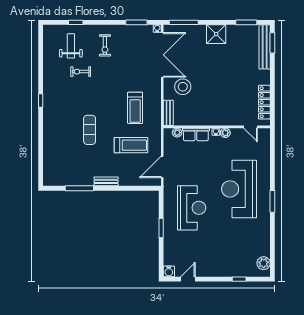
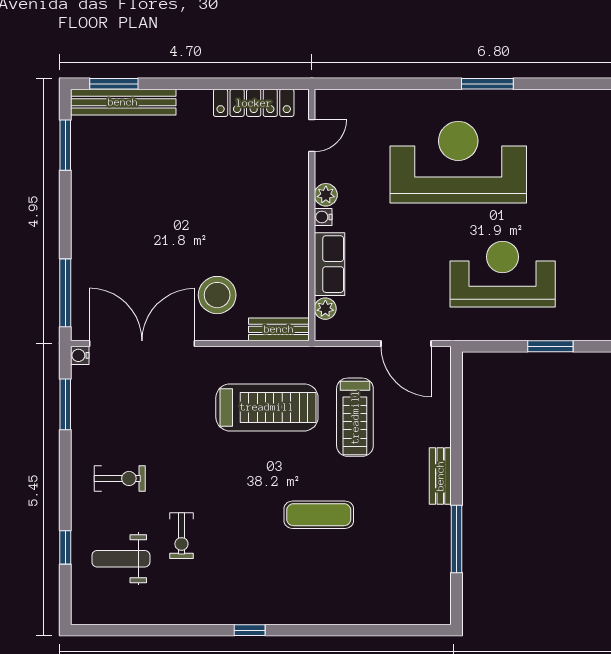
shower: (216, 34) -> (93, 216), removed
treadmill: (135, 108) -> (267, 407), width x1.37, depth x1.38
treadmill: (131, 145) -> (355, 417), turned 180
reception desk: (239, 189) -> (458, 162), turned 180

